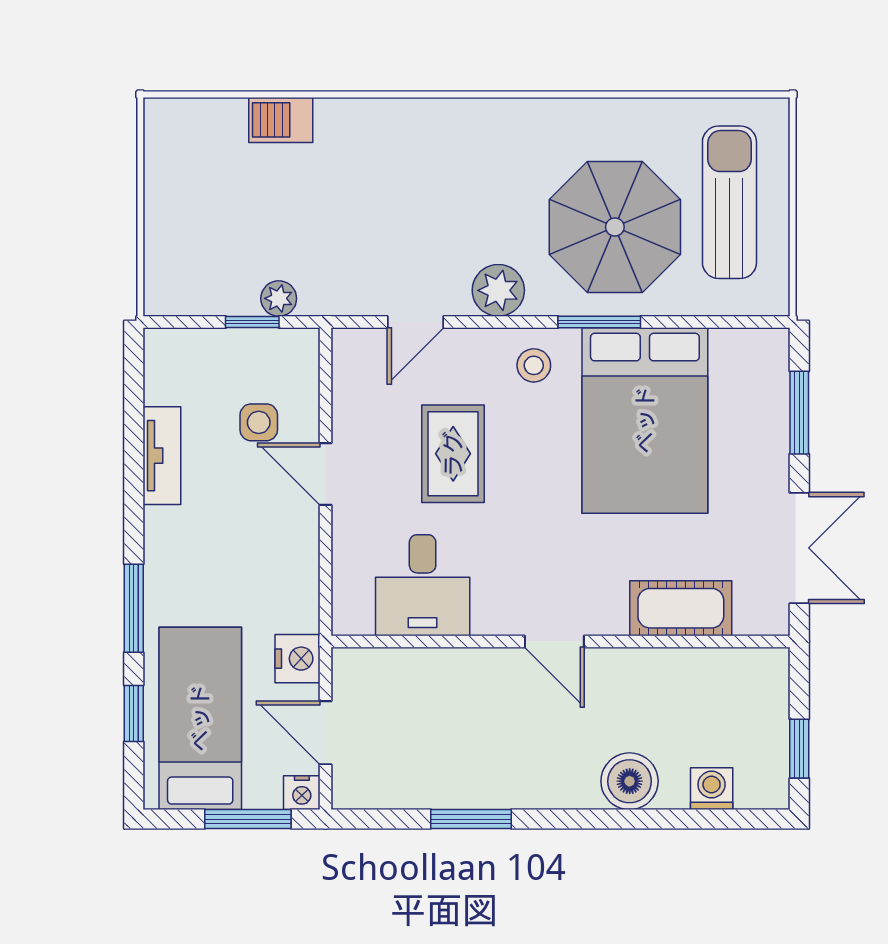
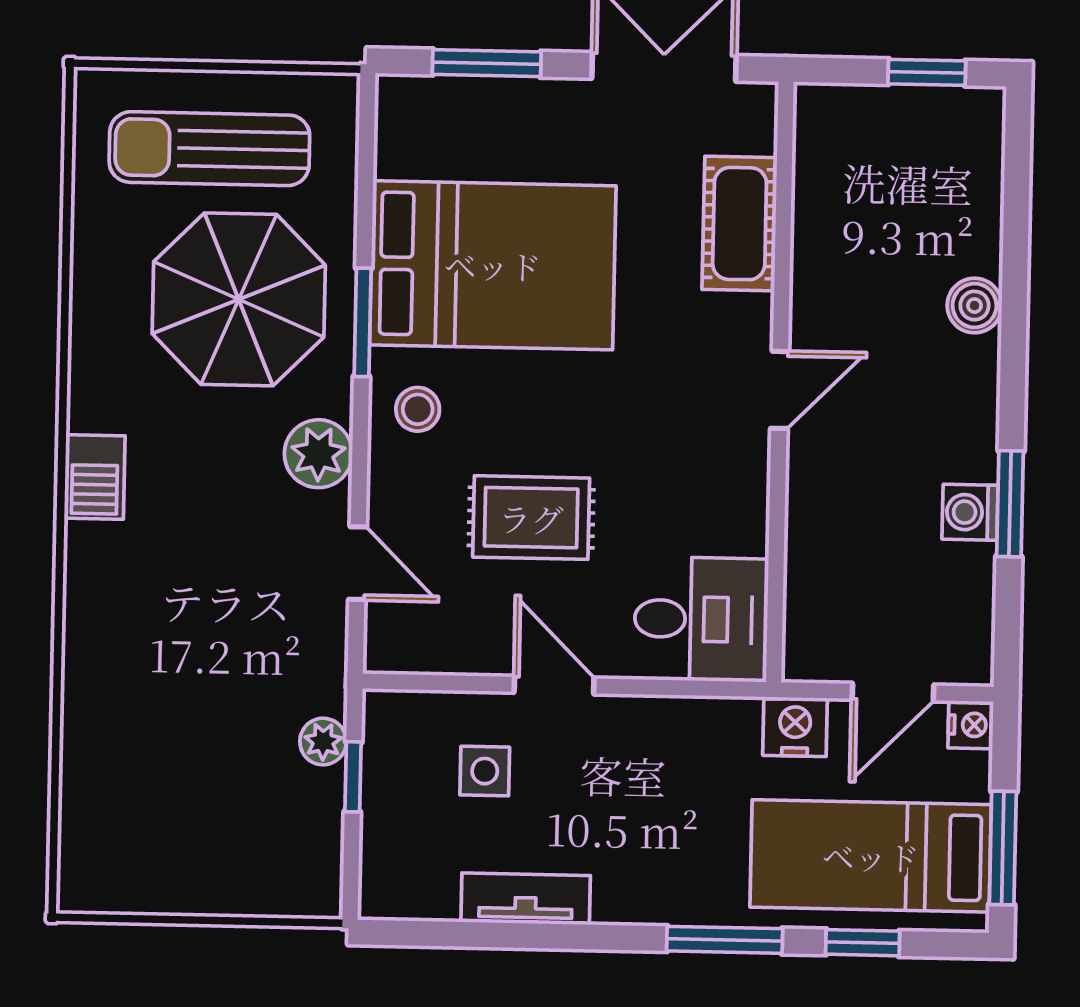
barbecue: (281, 120) -> (95, 477), moved
door: (325, 474) -> (554, 685), swing flipped
desk: (423, 585) -> (701, 619), moved
boiler: (630, 781) -> (974, 306), width x0.73, depth x0.73
washing machine: (712, 789) -> (970, 512), moved
window: (248, 819) -> (1003, 848), moved

